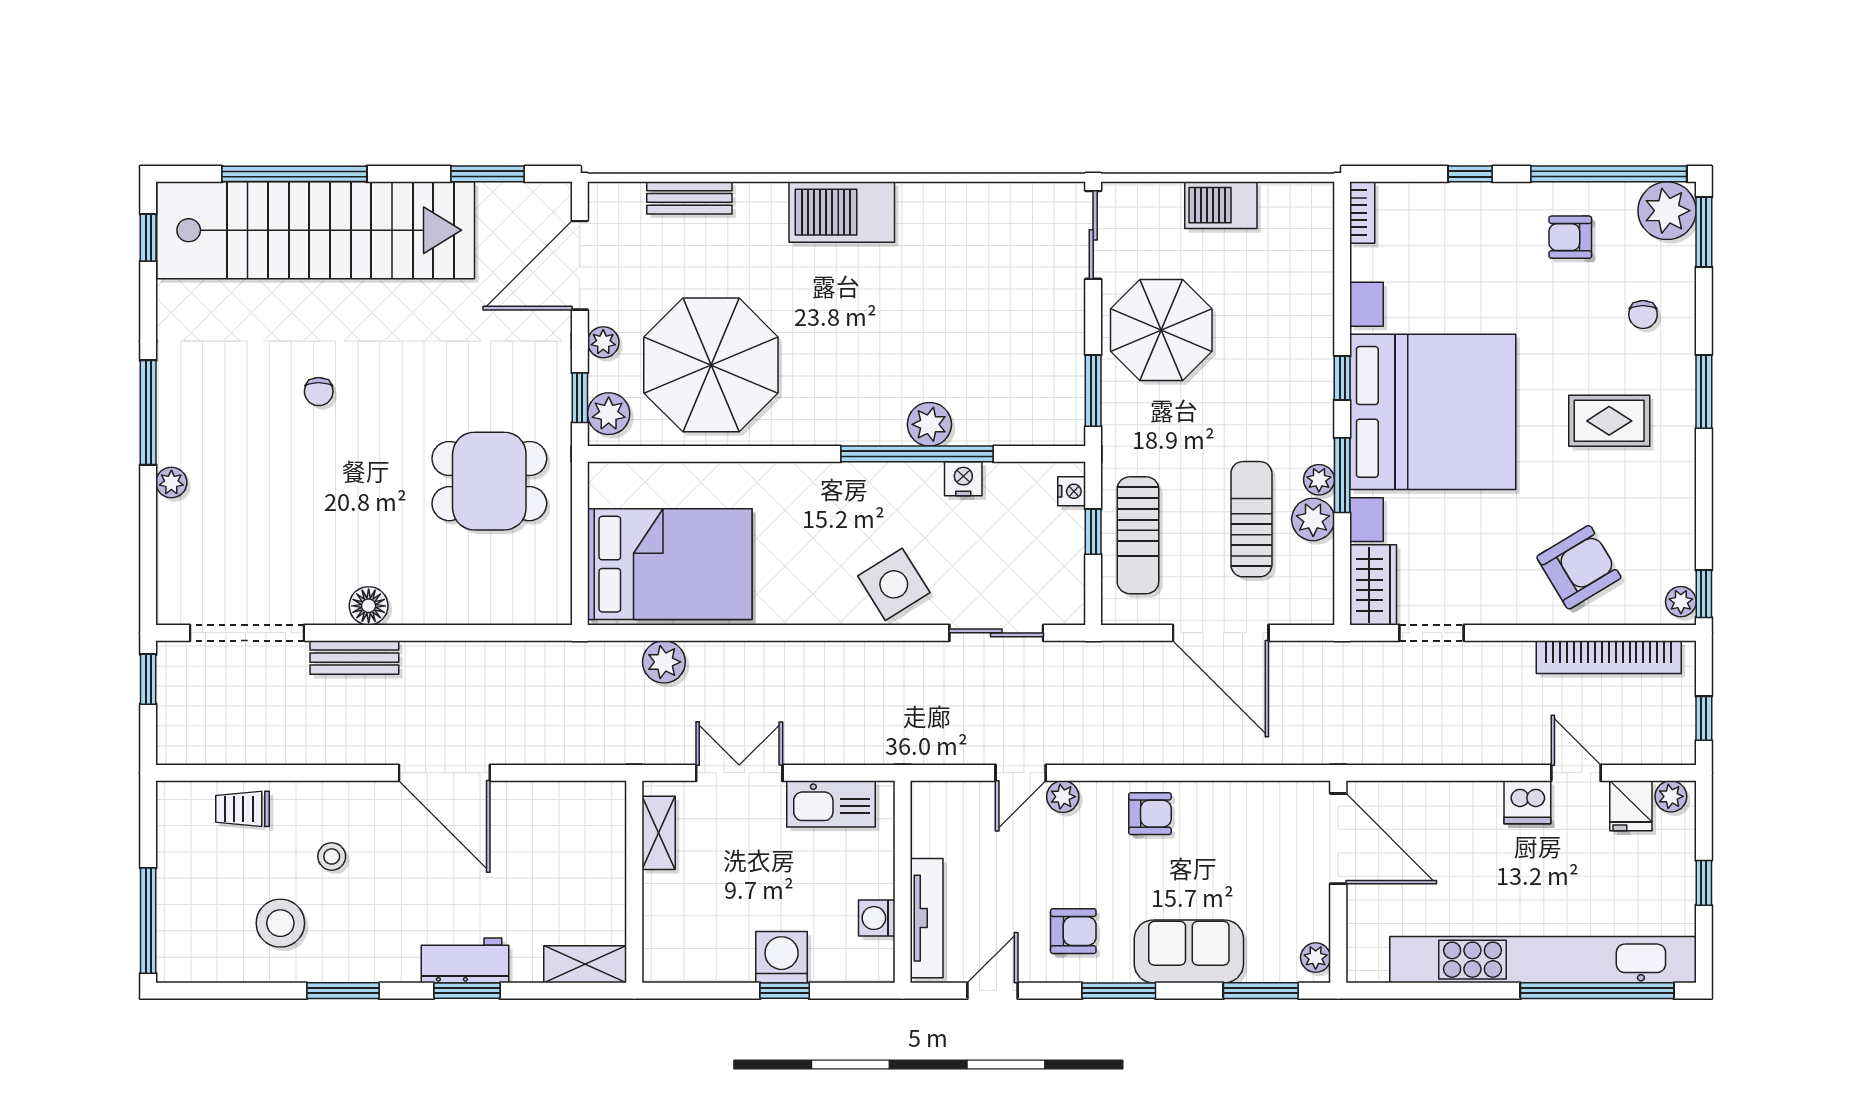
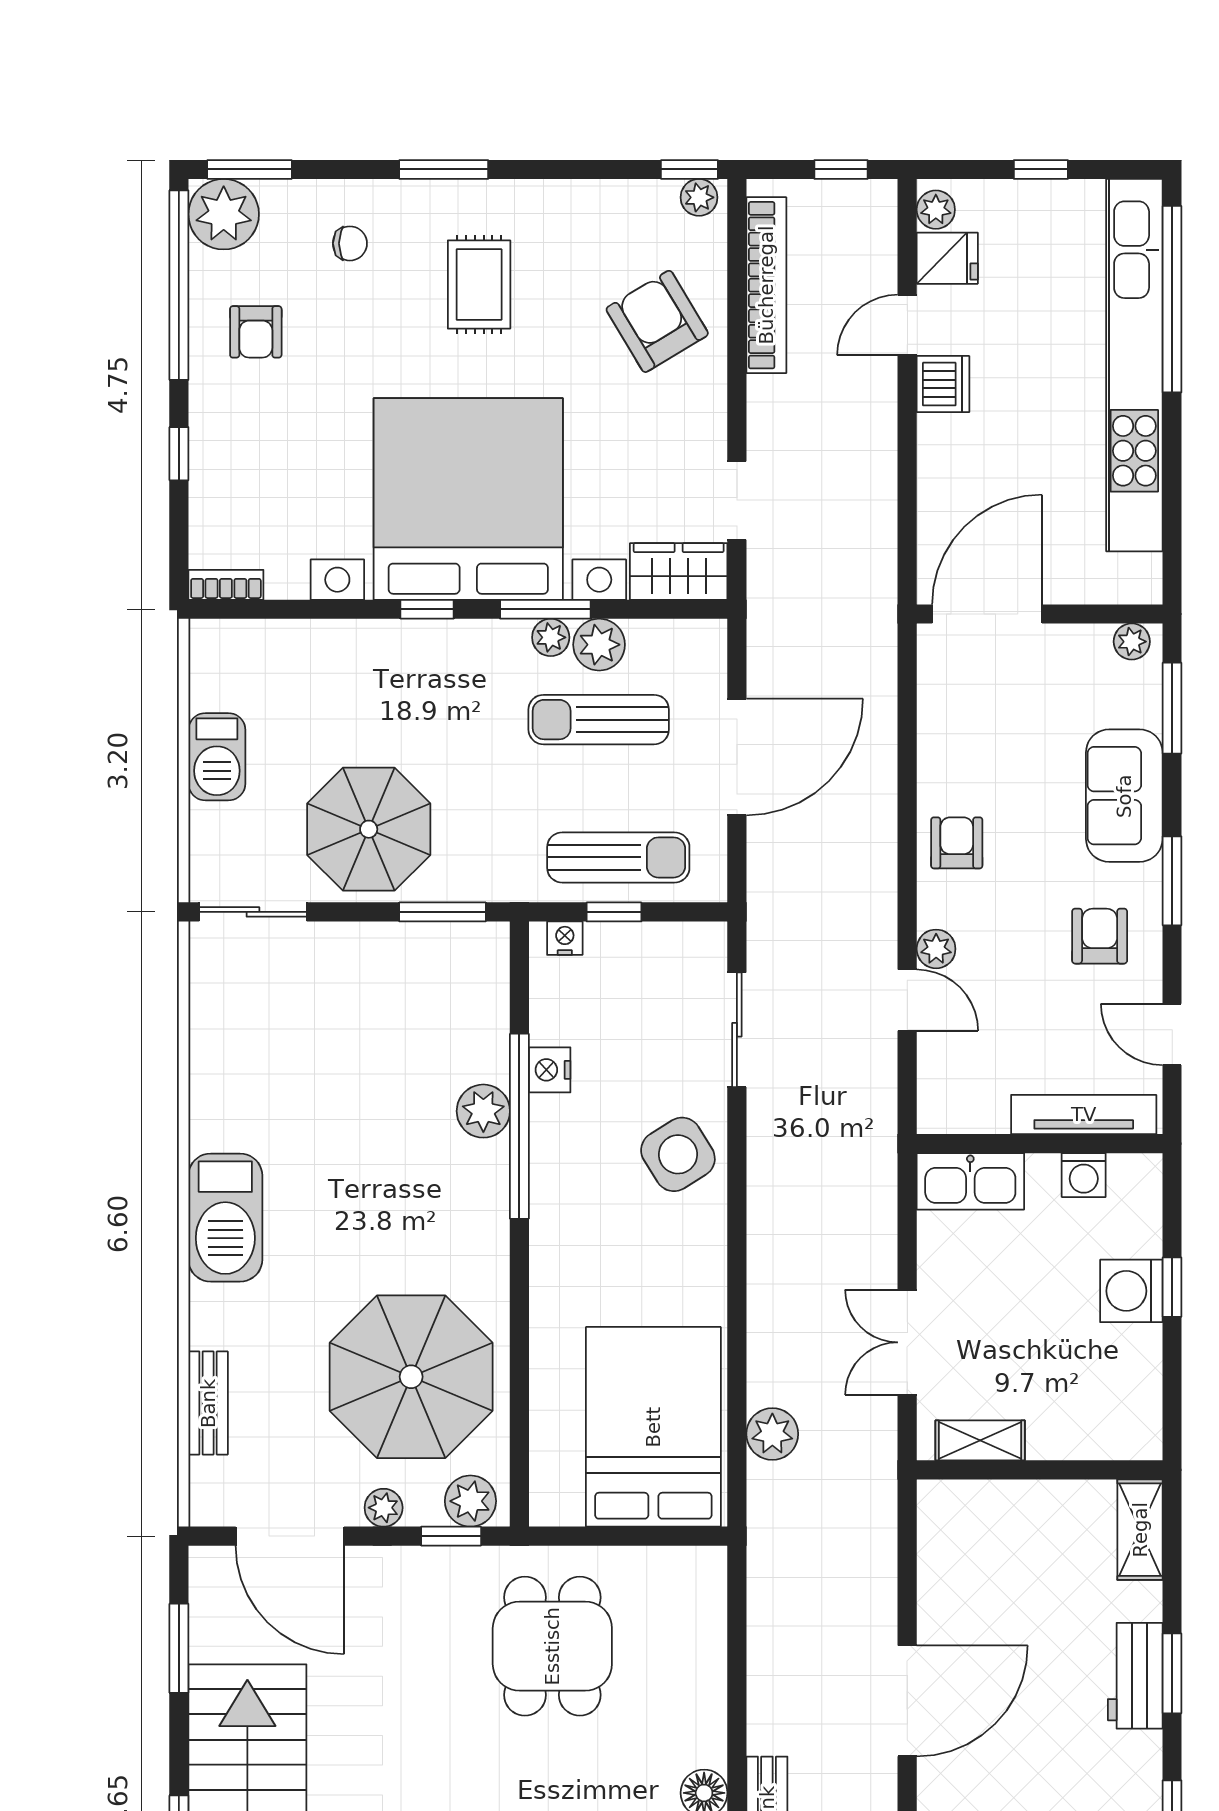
kitchen sink: (831, 804) -> (970, 1181), moved, turned 90

